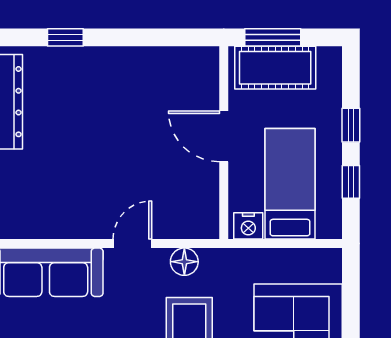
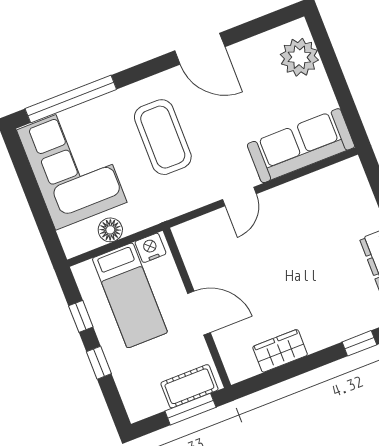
wardrobe: (153, 62) -> (280, 351), added
cot: (275, 68) -> (189, 386), width x0.73, depth x0.75
floor lamp: (184, 262) -> (110, 230), moved

